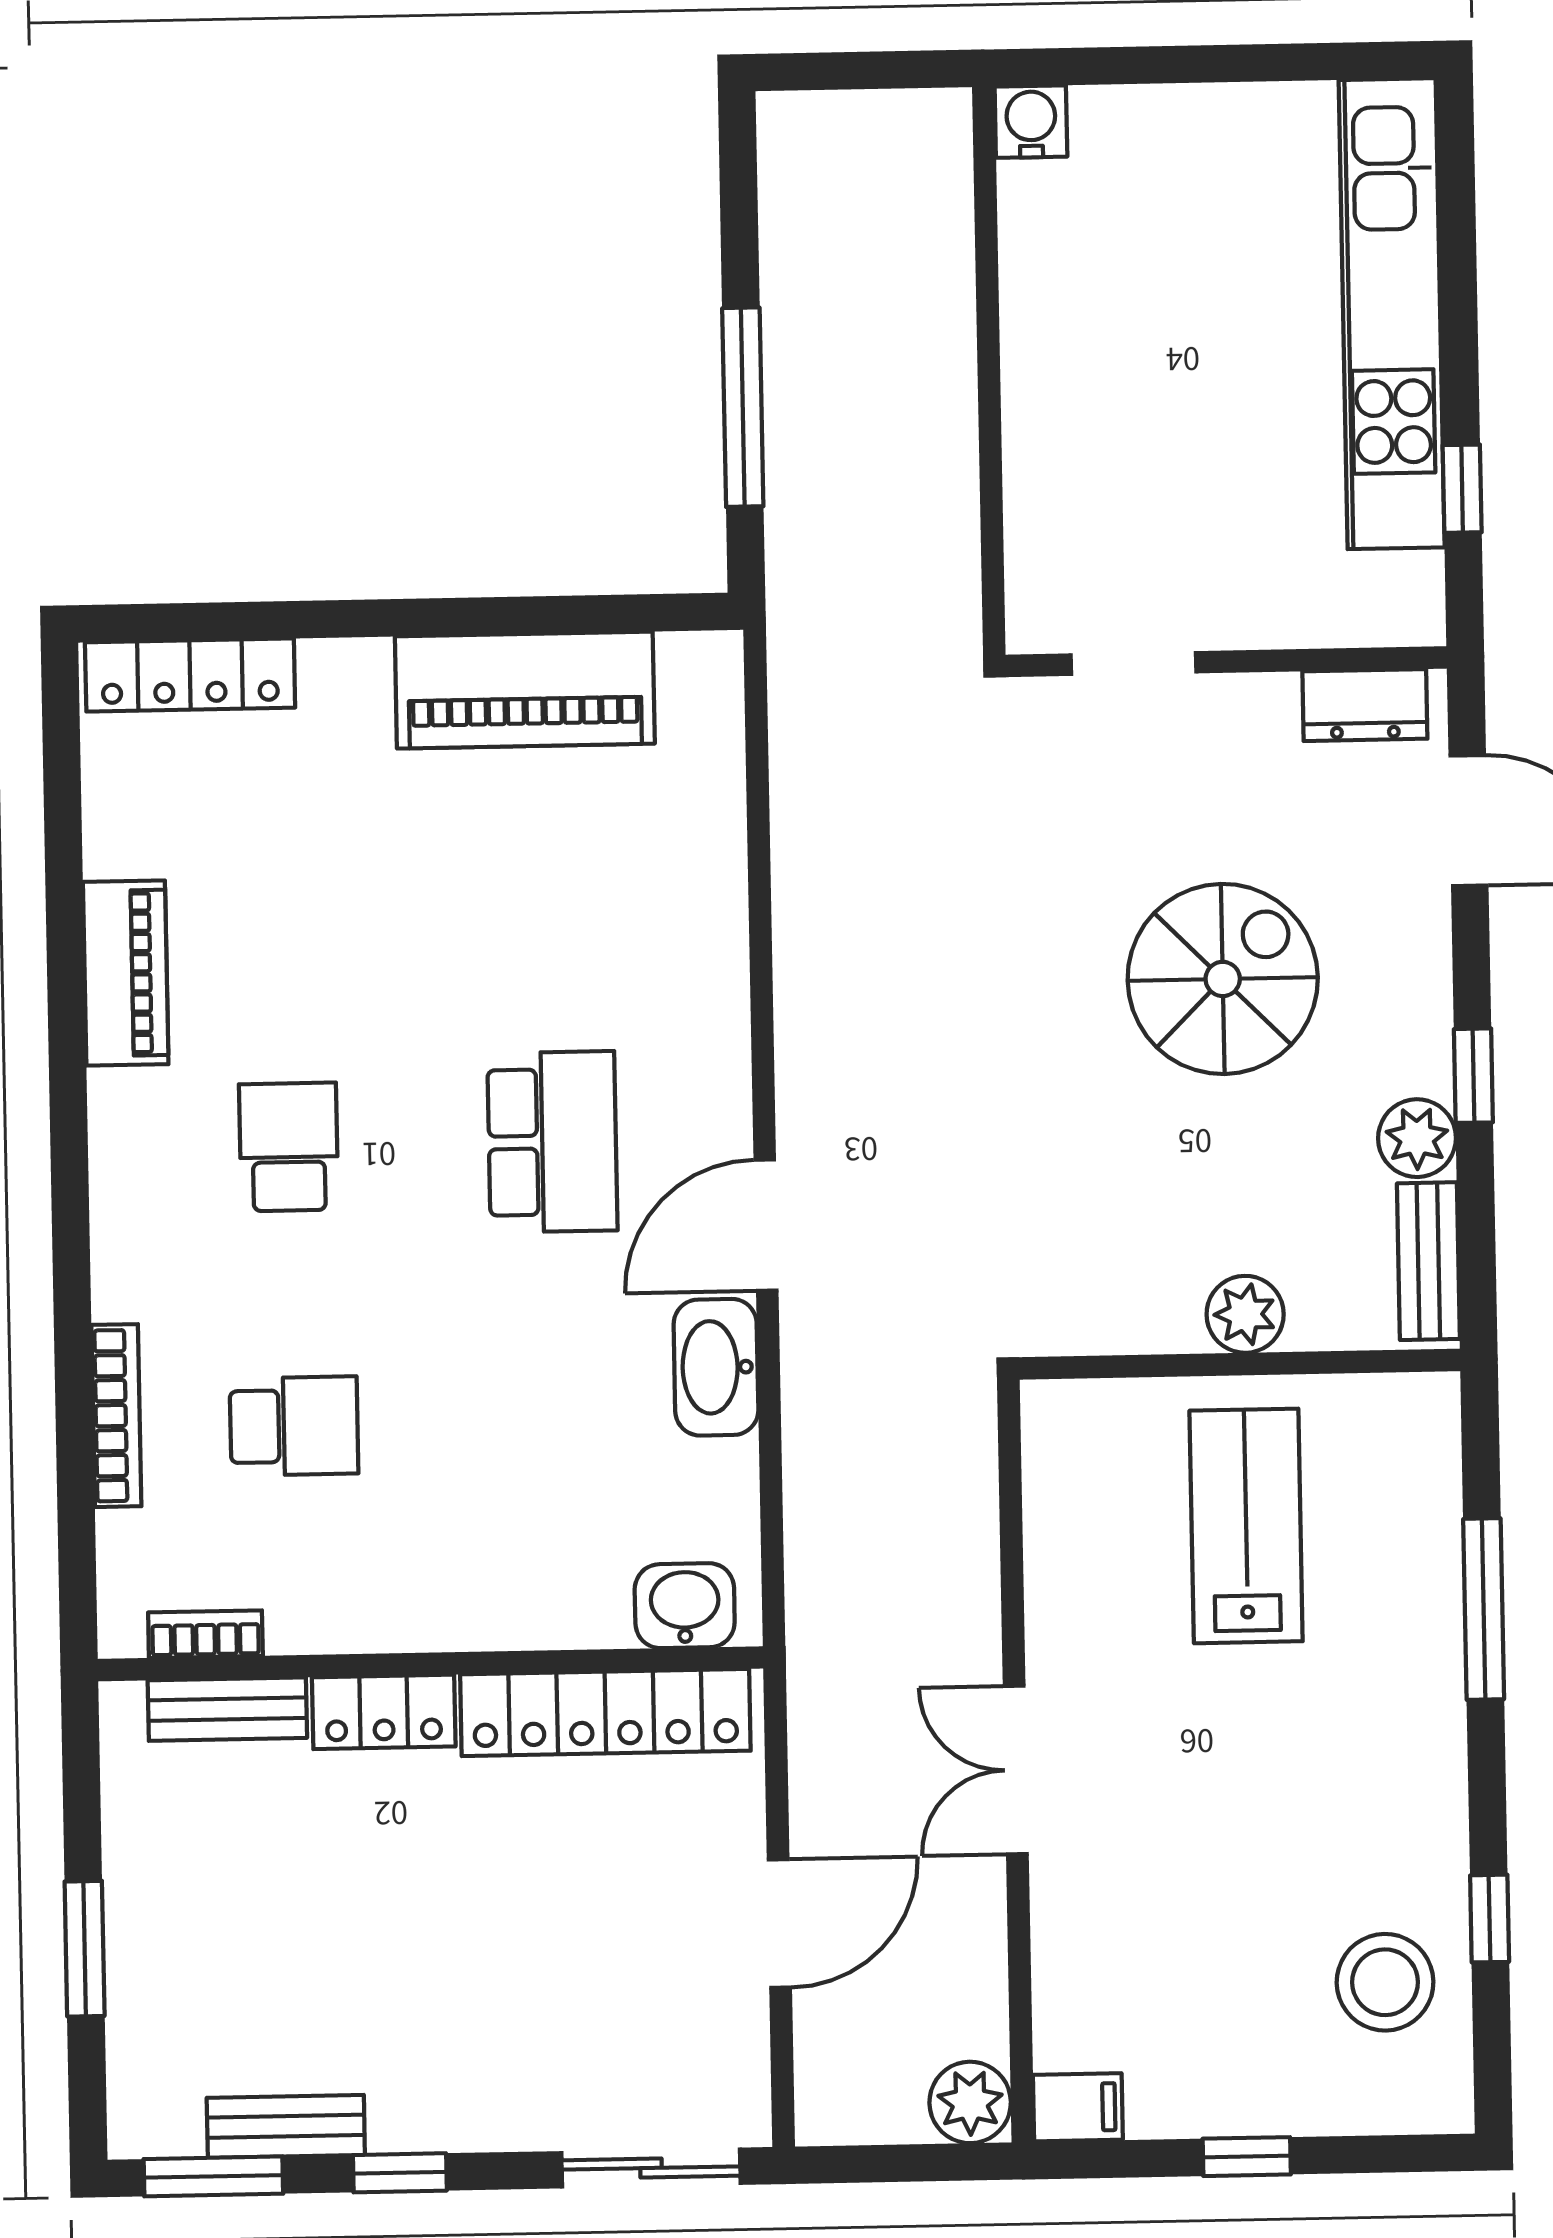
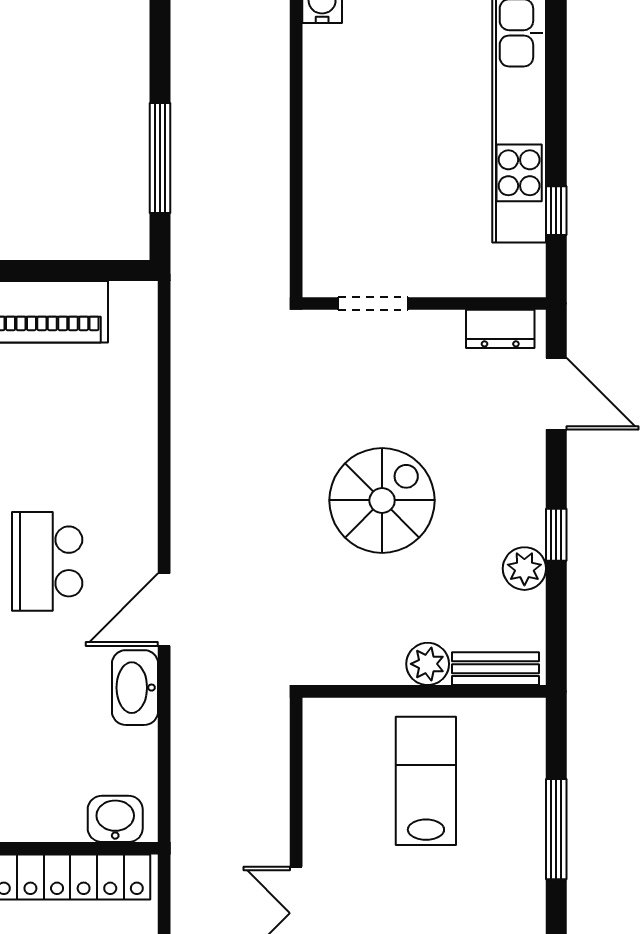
spiral stairs: (1223, 979) -> (382, 500), moved
school desk: (552, 1142) -> (47, 561), turned 180
bench: (1428, 1261) -> (495, 669), moved, turned 90

